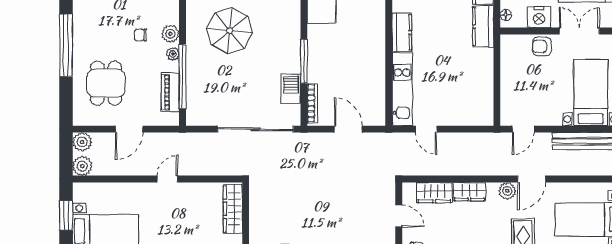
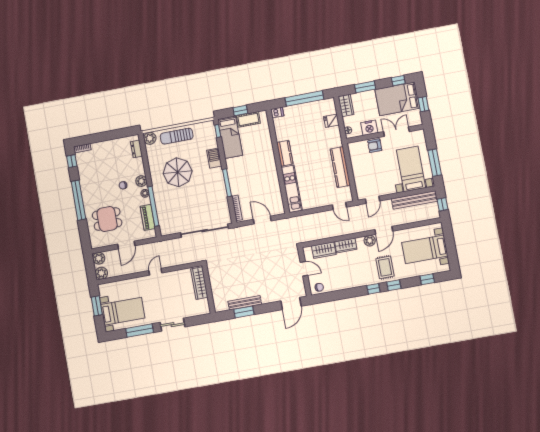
kitchen counter: (483, 26) -> (340, 167), moved, width x1.50
dining table: (106, 83) -> (107, 219), turned 90
barbecue: (291, 89) -> (214, 158), moved
door: (426, 129) -> (339, 206), moved

